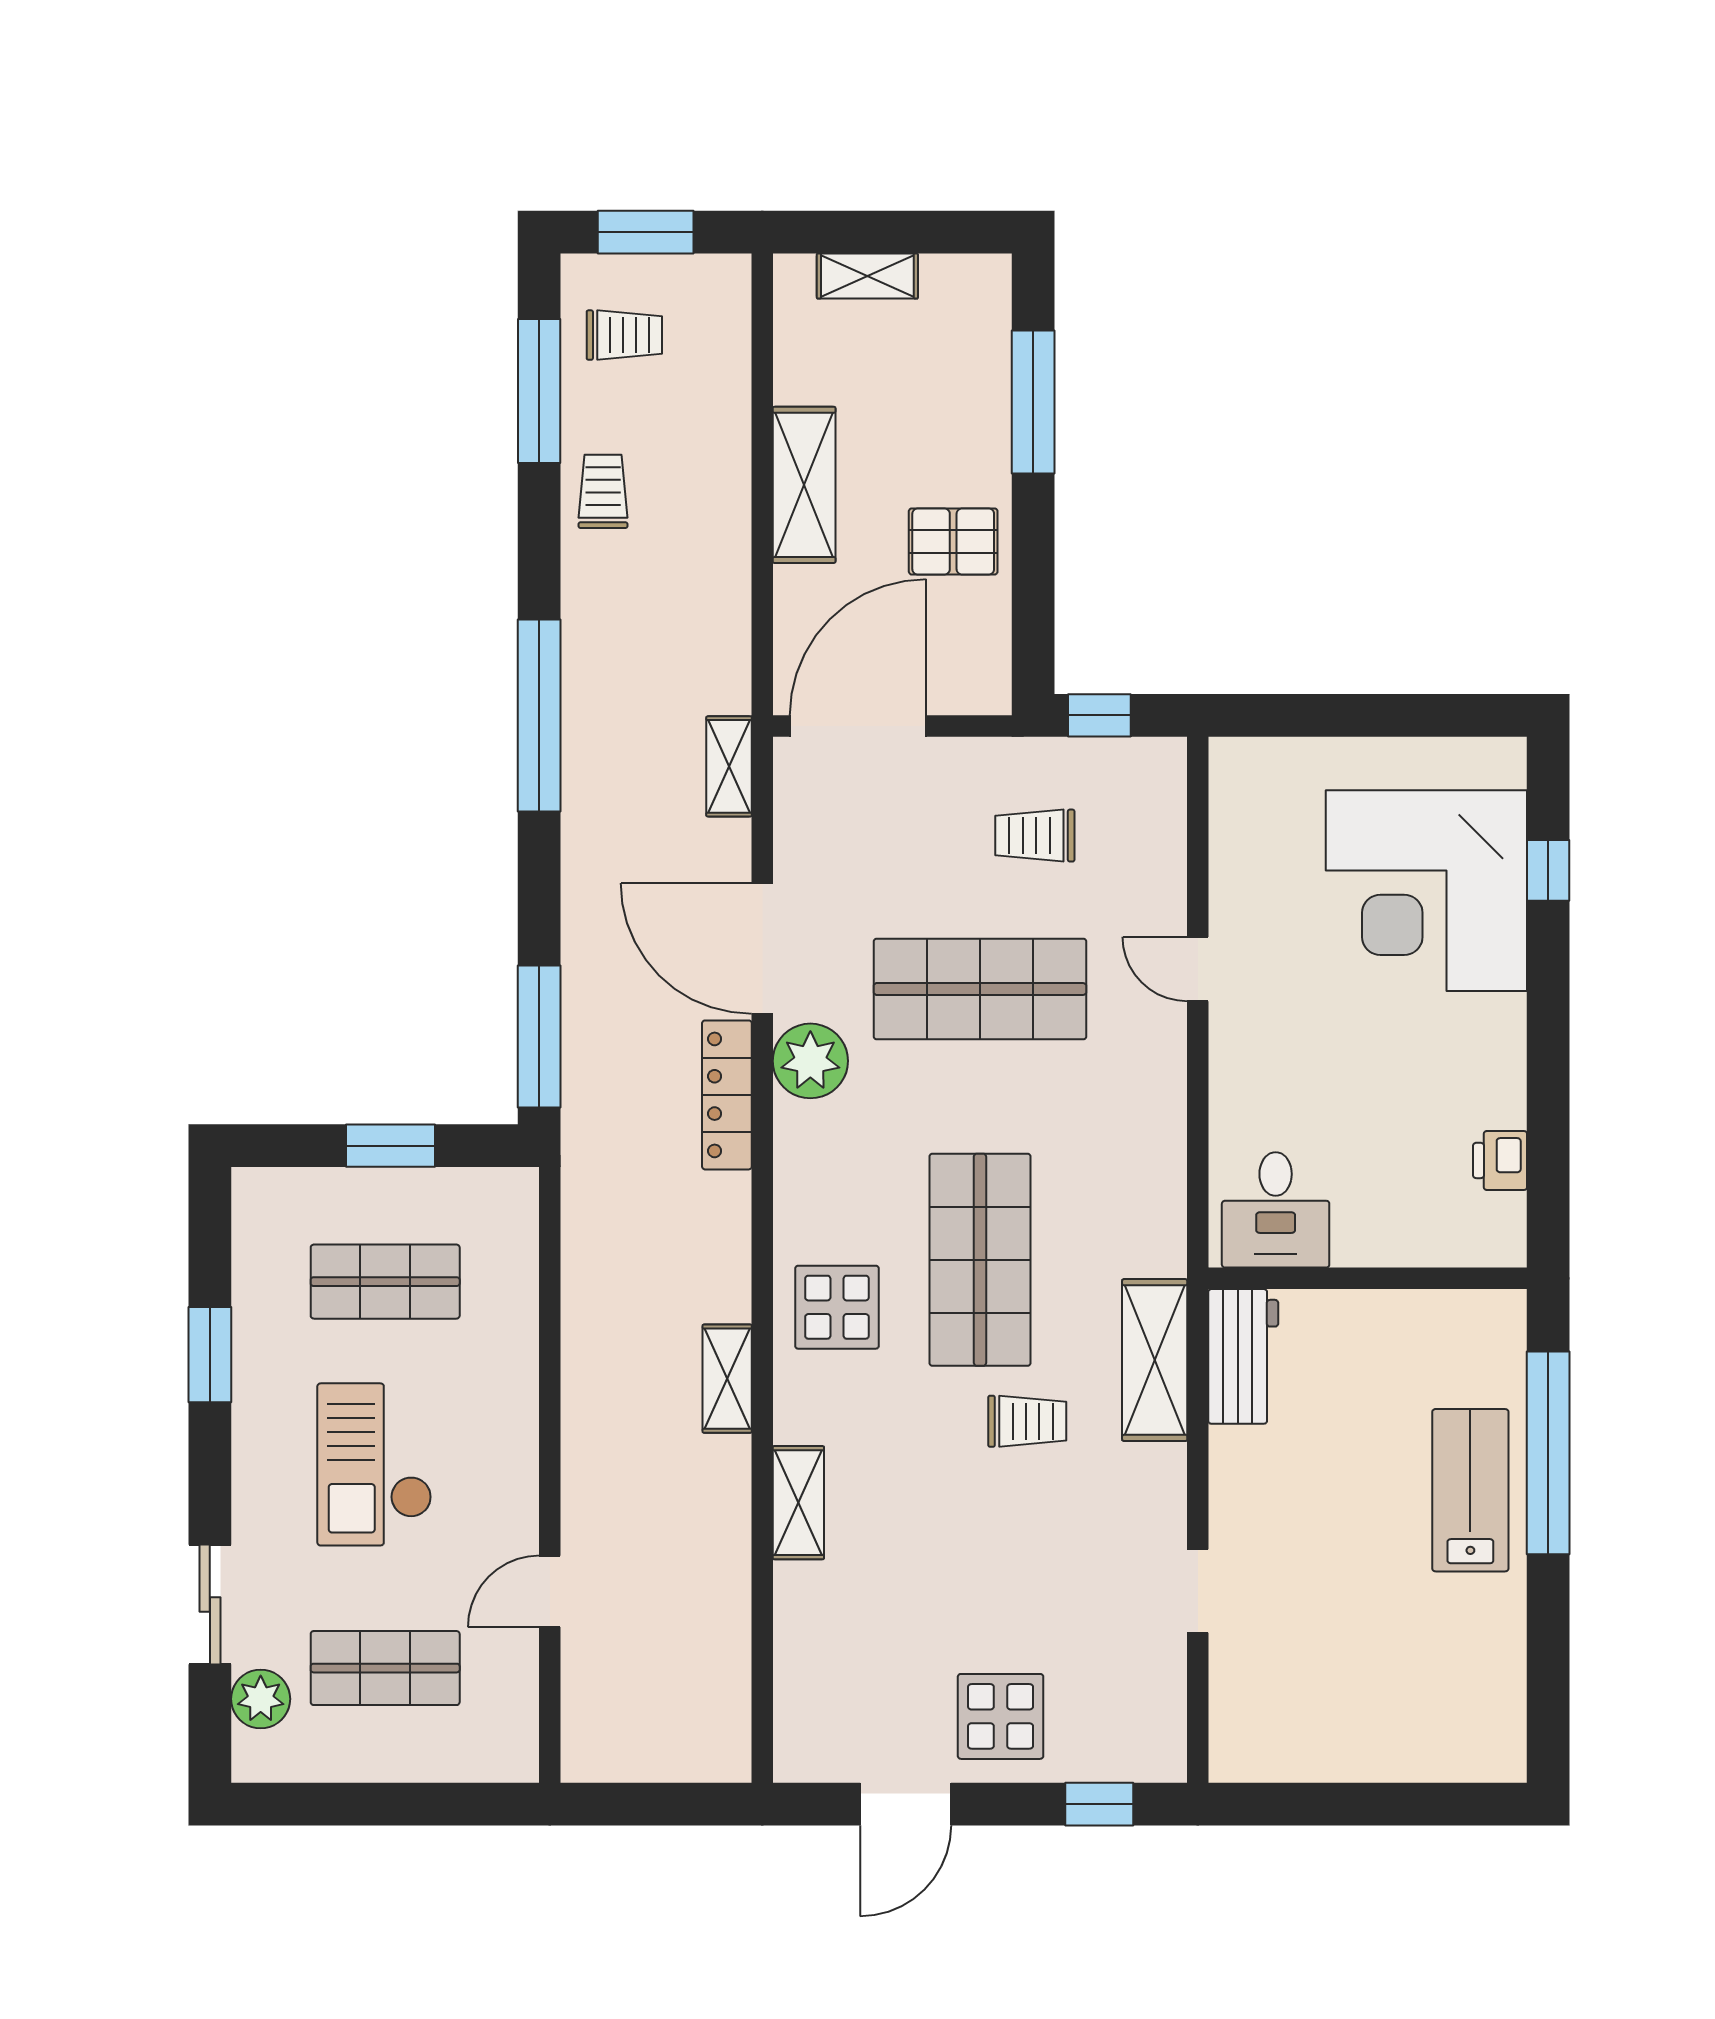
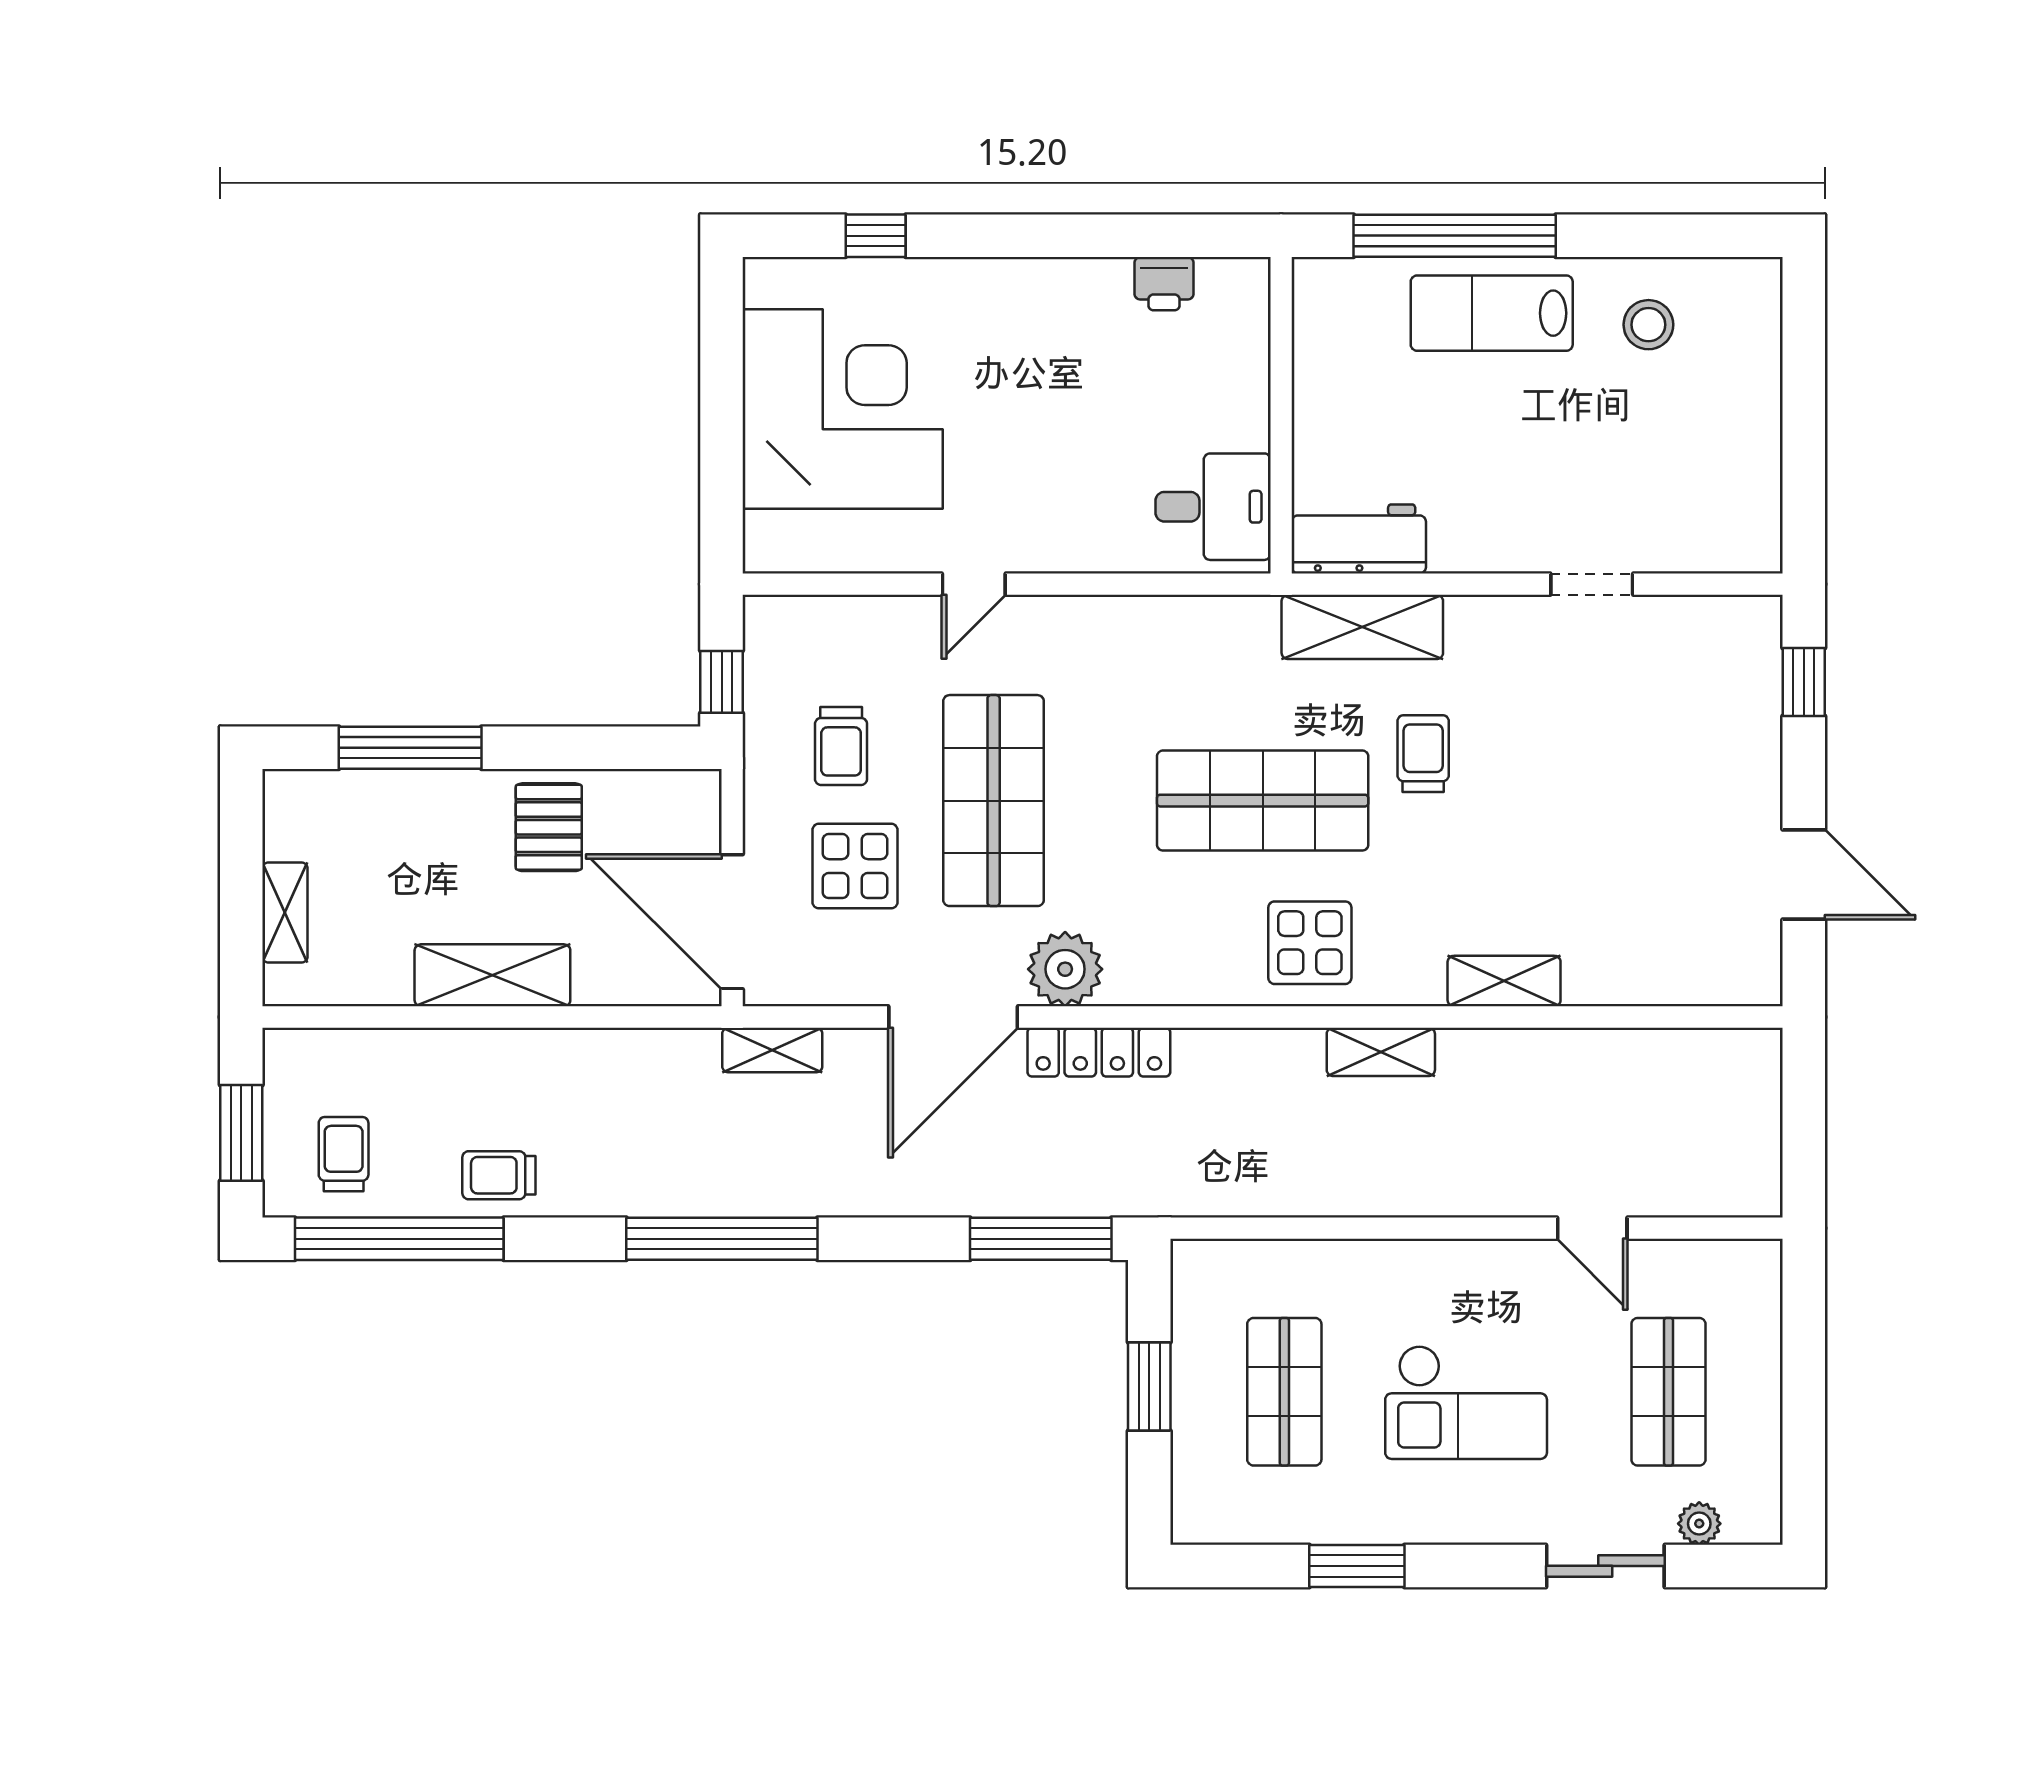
window: (539, 391) -> (399, 1239), width x1.46
corner desk: (1426, 891) -> (843, 409), moved, turned -90
stool: (1459, 1648) -> (1648, 325), added
plant: (261, 1699) -> (1699, 1524), width x0.73, depth x0.73
display table: (1001, 1716) -> (855, 866), moved

